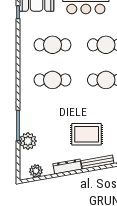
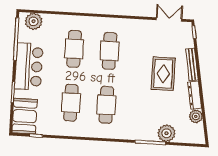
plant: (36, 171) -> (196, 116), moved

